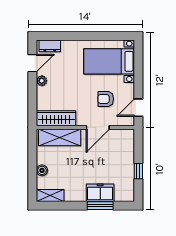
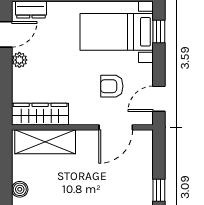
window: (138, 61) -> (159, 32), added
door: (98, 127) -> (116, 127), moved

